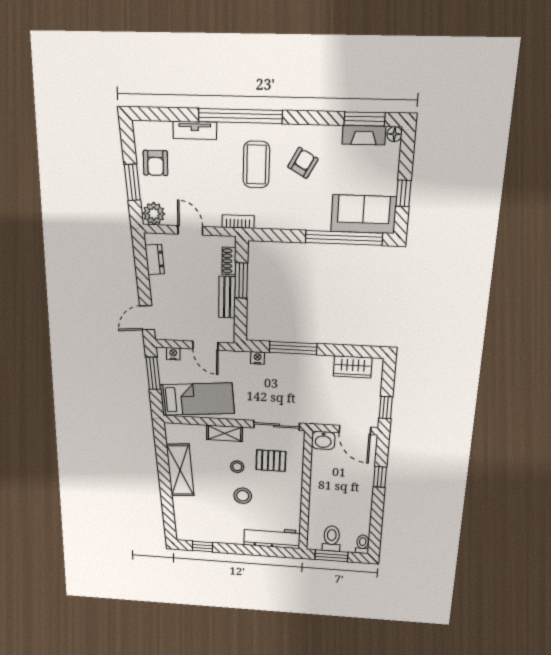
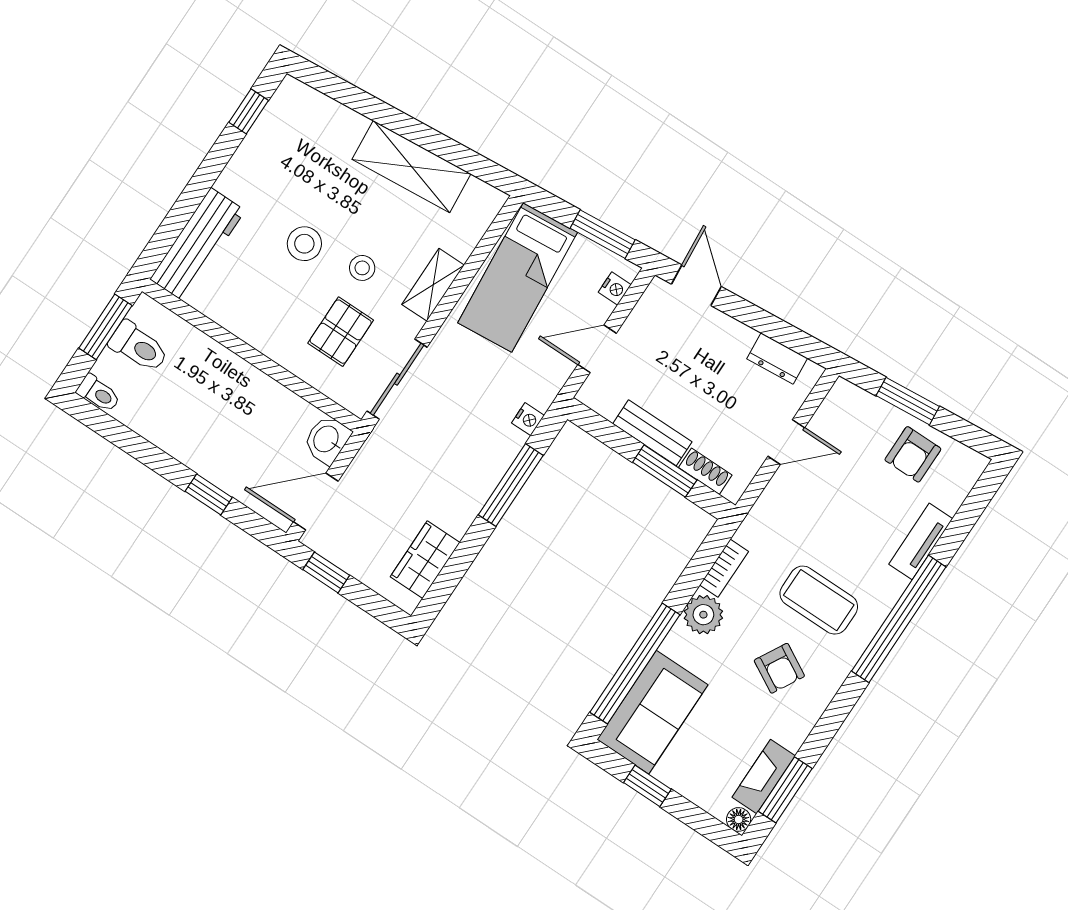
armchair: (156, 163) -> (913, 454), turned -90
plant: (154, 214) -> (703, 615), moved
bookcase: (238, 222) -> (724, 568), moved

